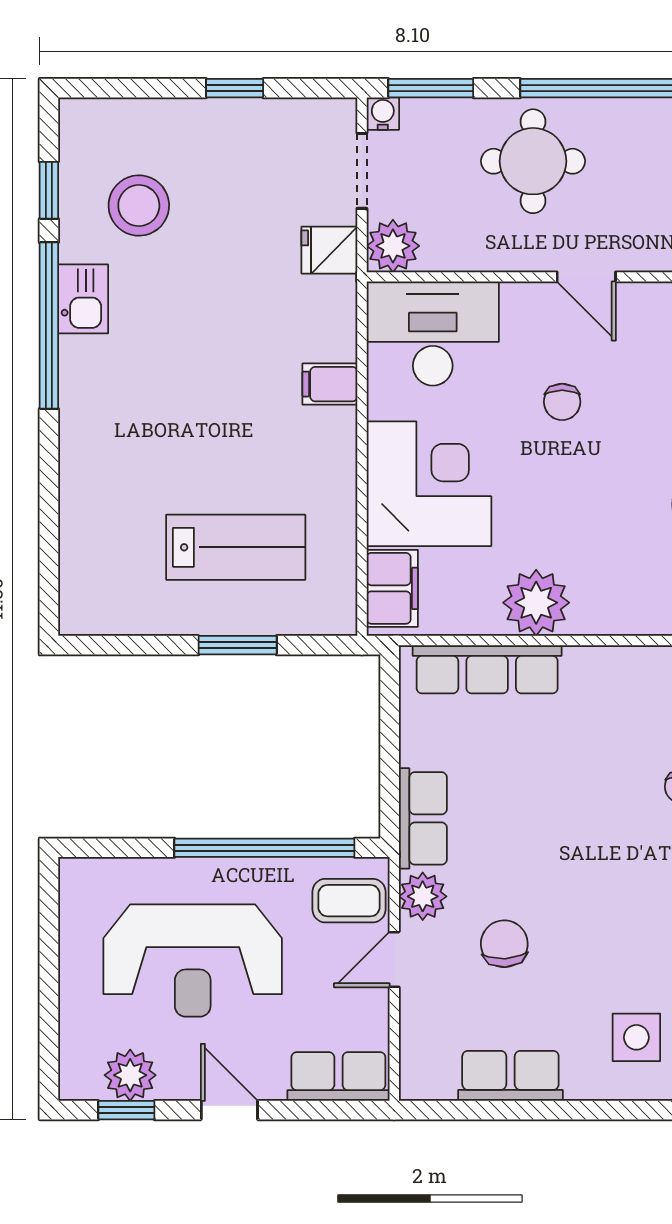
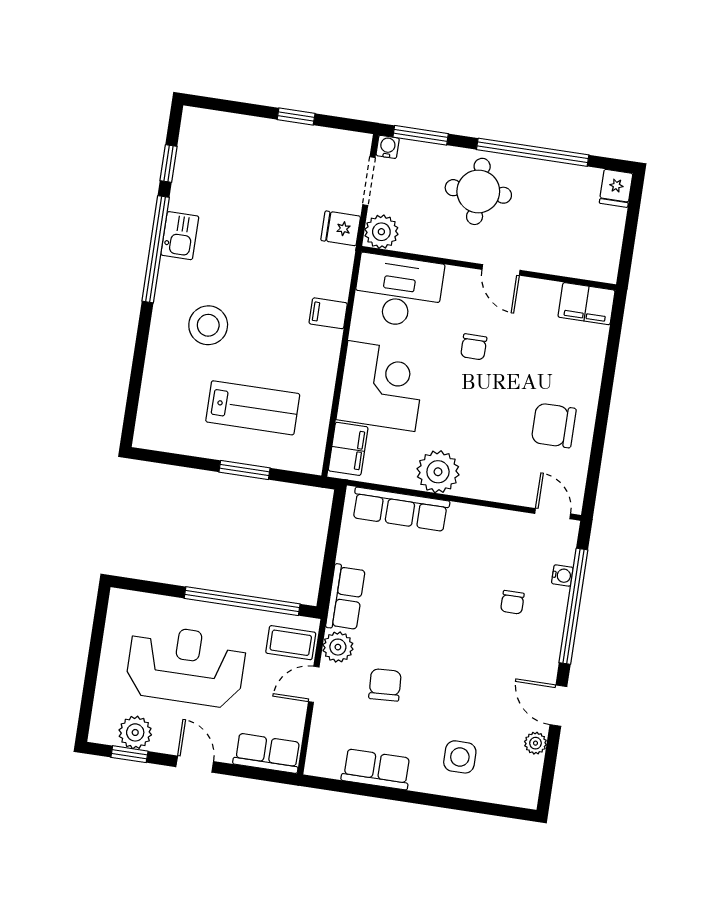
stool: (139, 206) -> (208, 325), moved
reception desk: (193, 960) -> (186, 666), turned 180

